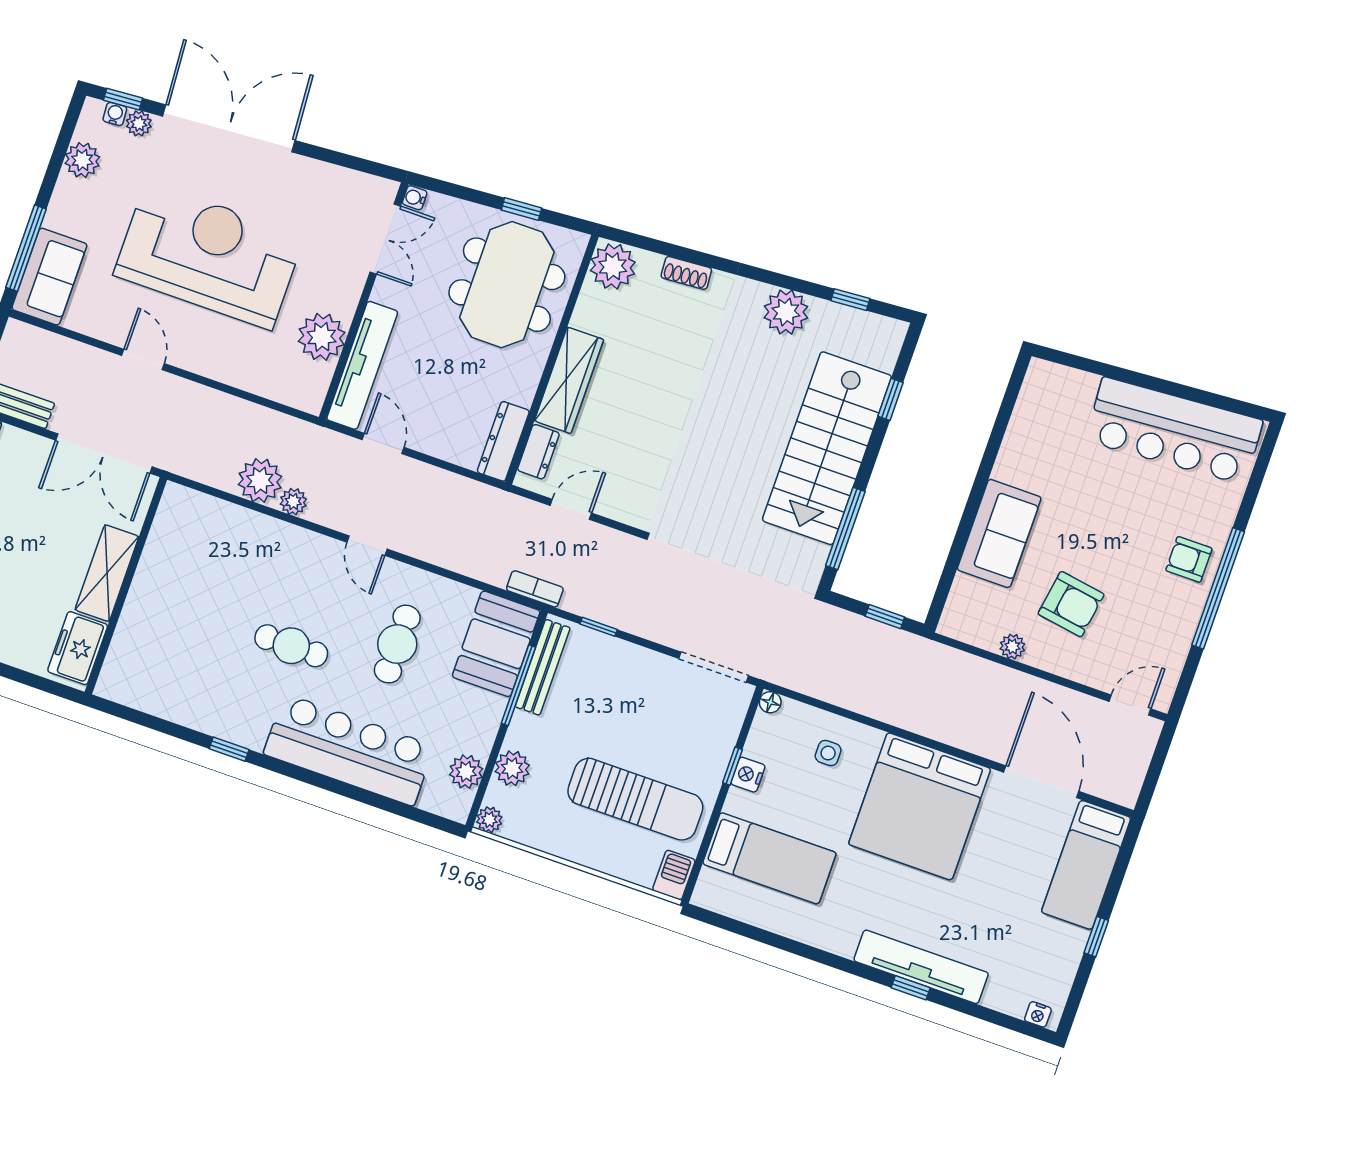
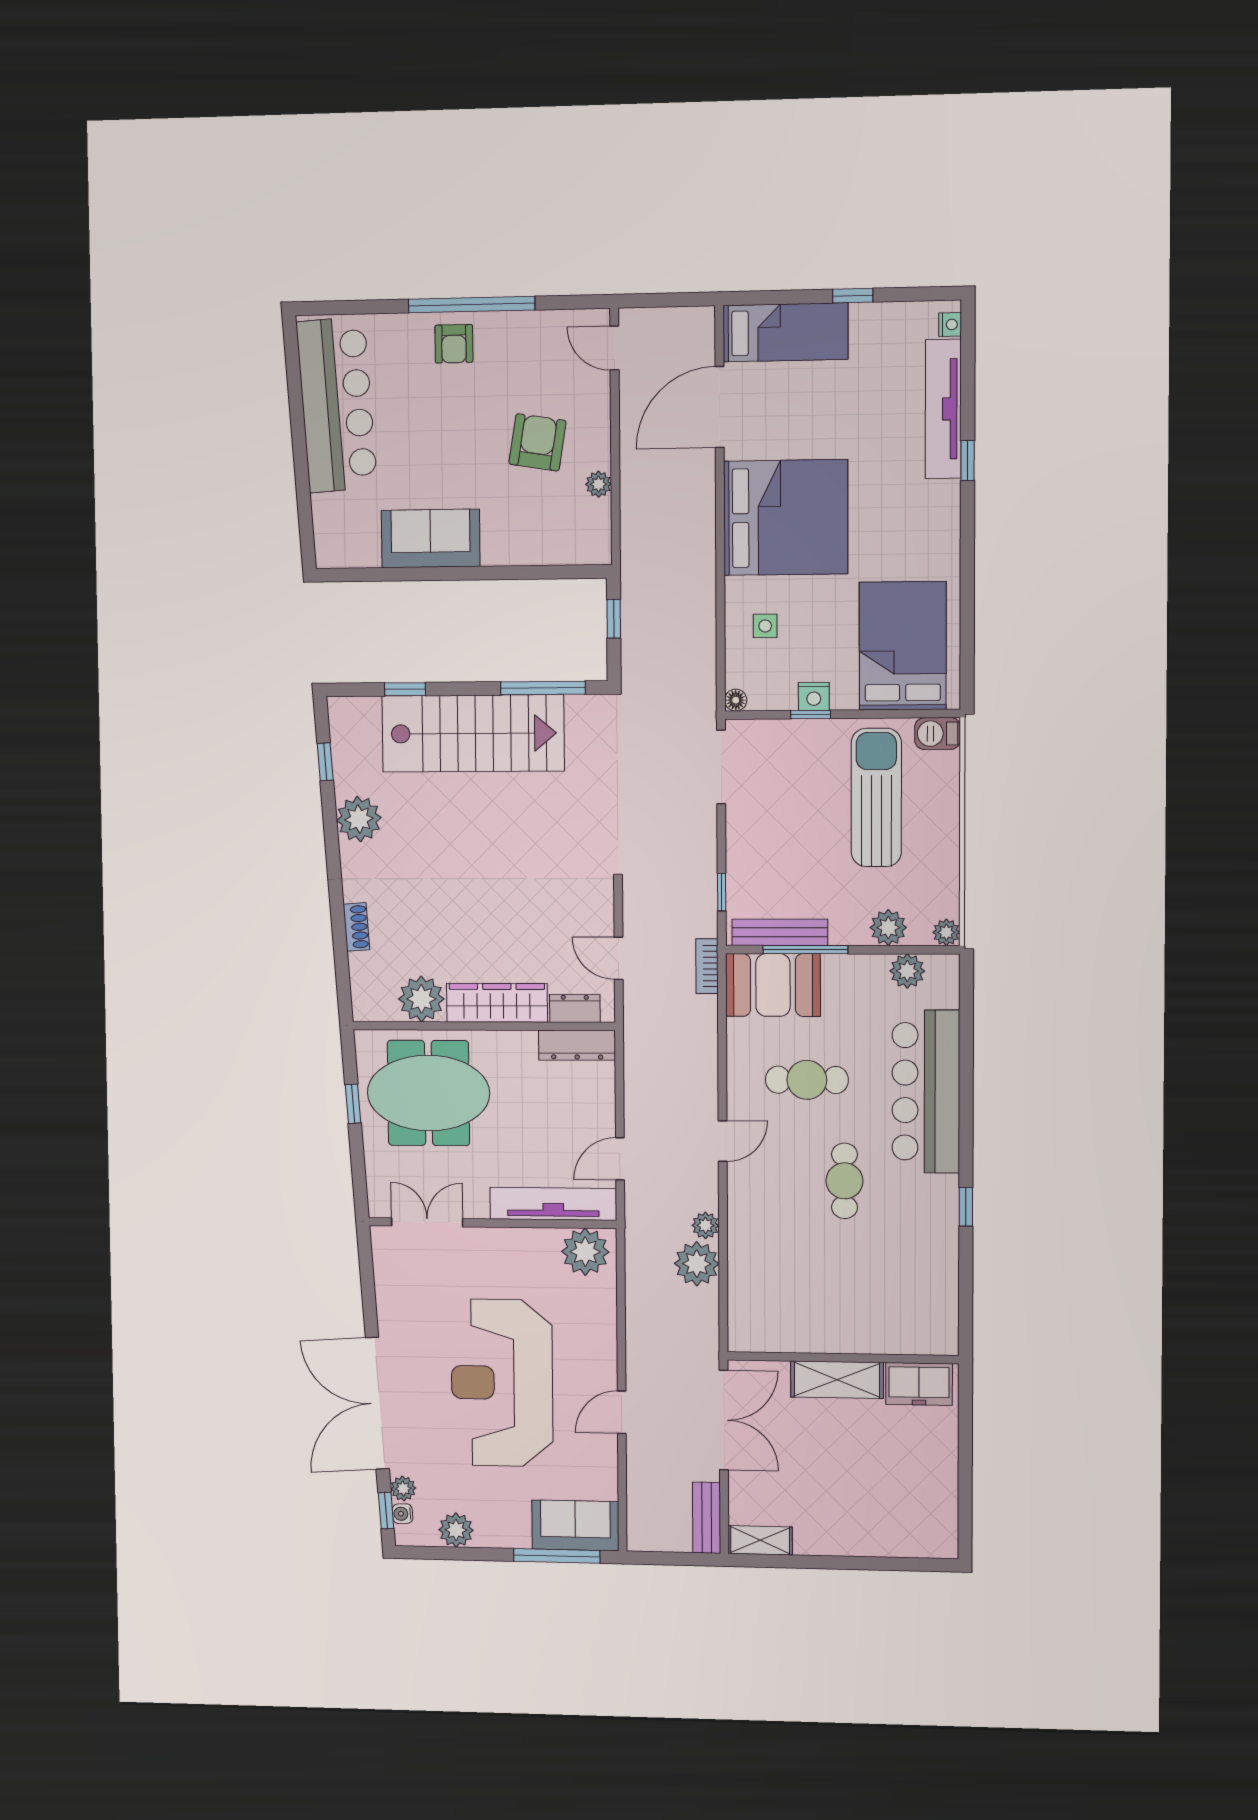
water cooler: (415, 198) -> (379, 1208), removed
plant: (613, 266) -> (421, 999), moved
plant: (322, 337) -> (585, 1252), moved
sofa: (999, 533) -> (431, 538), moved
bed: (769, 858) -> (903, 646), width x1.50
tv unit: (921, 967) -> (943, 409), moved

